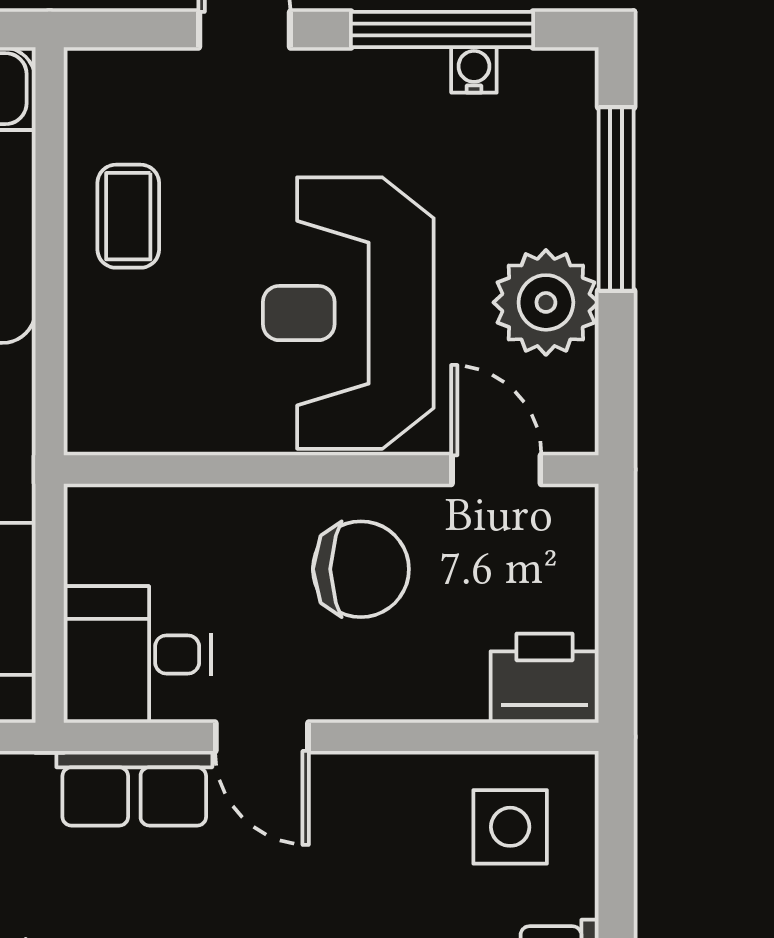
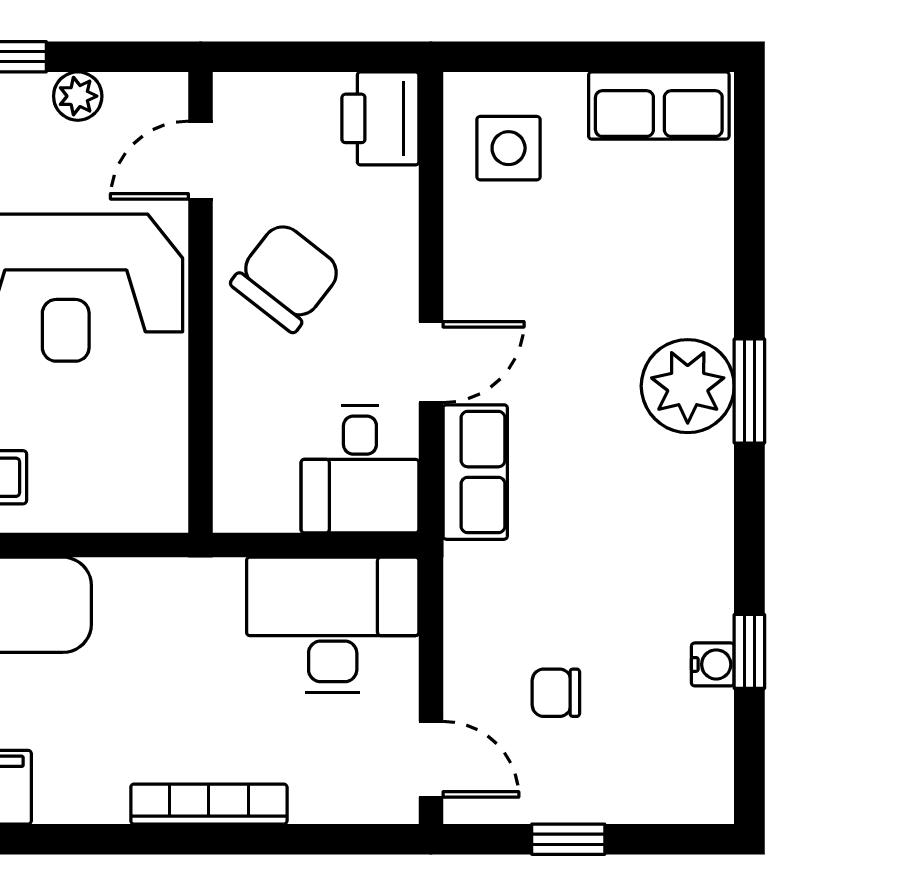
plant: (546, 302) -> (78, 96), width x0.53, depth x0.53
chair: (361, 569) -> (286, 277), turned 38

